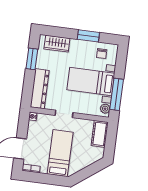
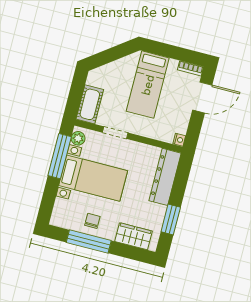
window: (88, 36) -> (89, 242), width x1.44
chair: (102, 54) -> (92, 221), moved
doorway: (64, 114) -> (115, 133), moved

